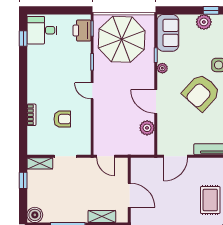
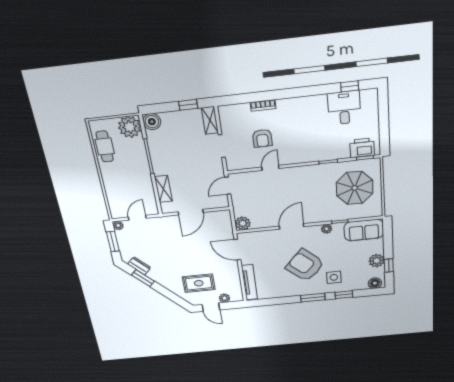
desk: (42, 30) -> (344, 108), moved
parasol: (122, 39) -> (355, 188), width x0.73, depth x0.73
door: (92, 91) -> (270, 168), moved
plant: (147, 128) -> (243, 223), moved

